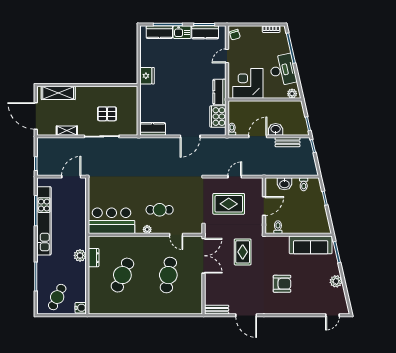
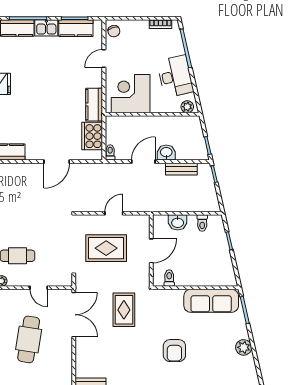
armchair: (282, 284) -> (174, 351), turned 90

